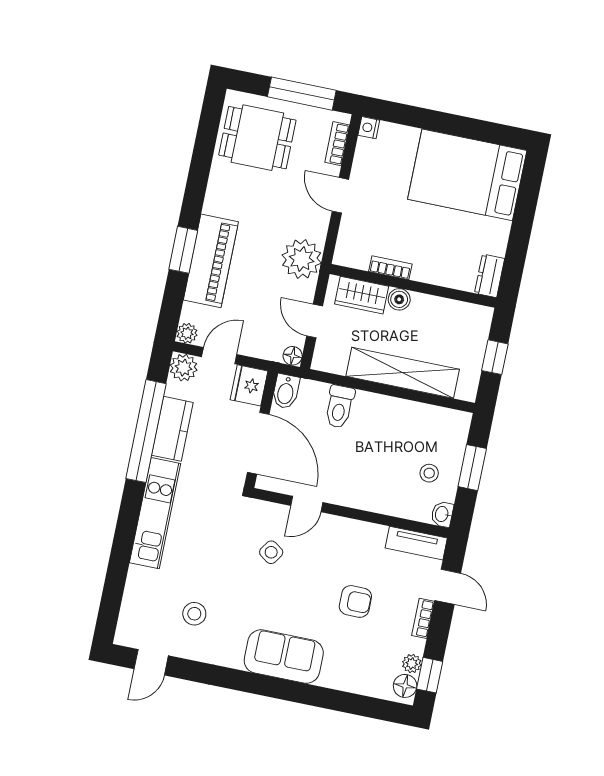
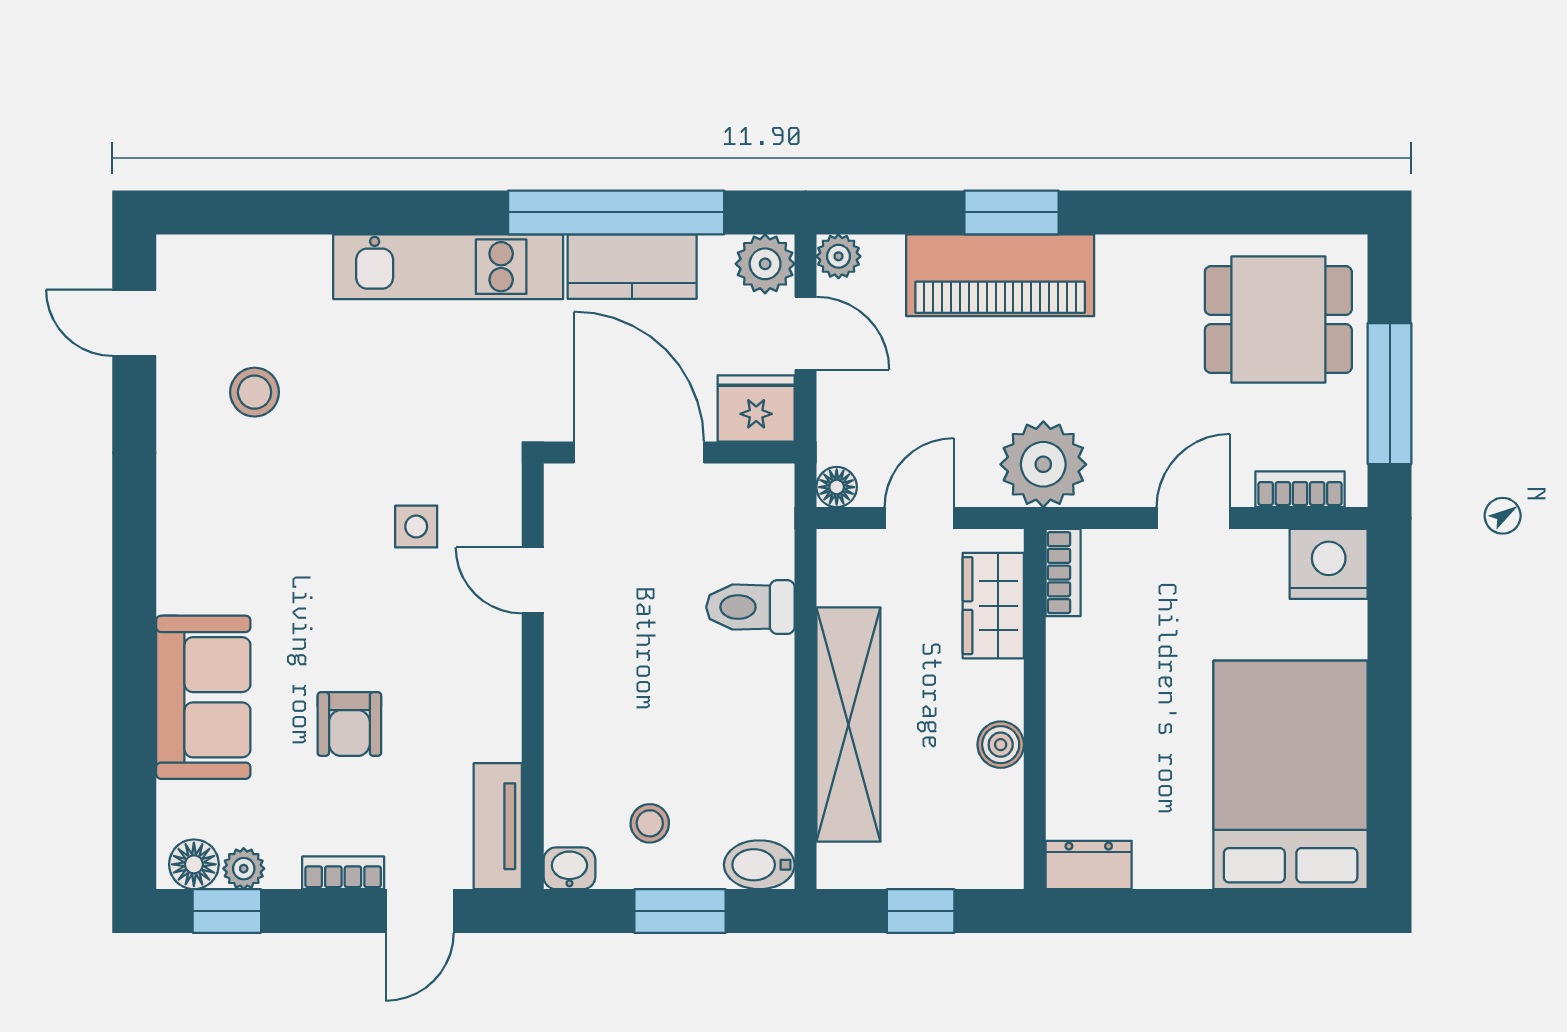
nightstand: (369, 128) -> (1329, 564), width x1.89, depth x1.79
dining table: (257, 138) -> (1278, 319), turned 90
bookcase: (390, 268) -> (1063, 573), moved
boiler: (399, 299) -> (1001, 745), moved
bidet: (286, 391) -> (759, 865), moved
door: (258, 443) -> (639, 453), swing flipped
side table: (271, 552) -> (416, 527), turned -35
sofa: (284, 657) -> (203, 697), moved

